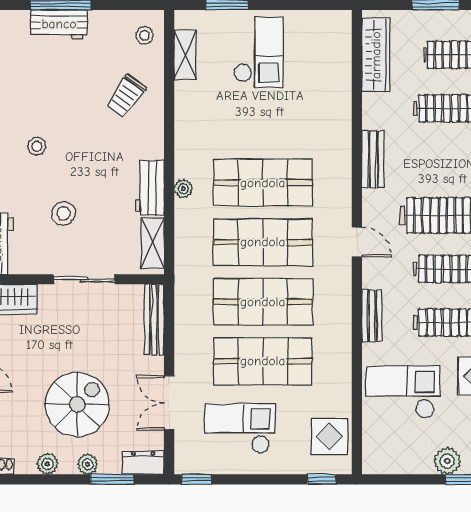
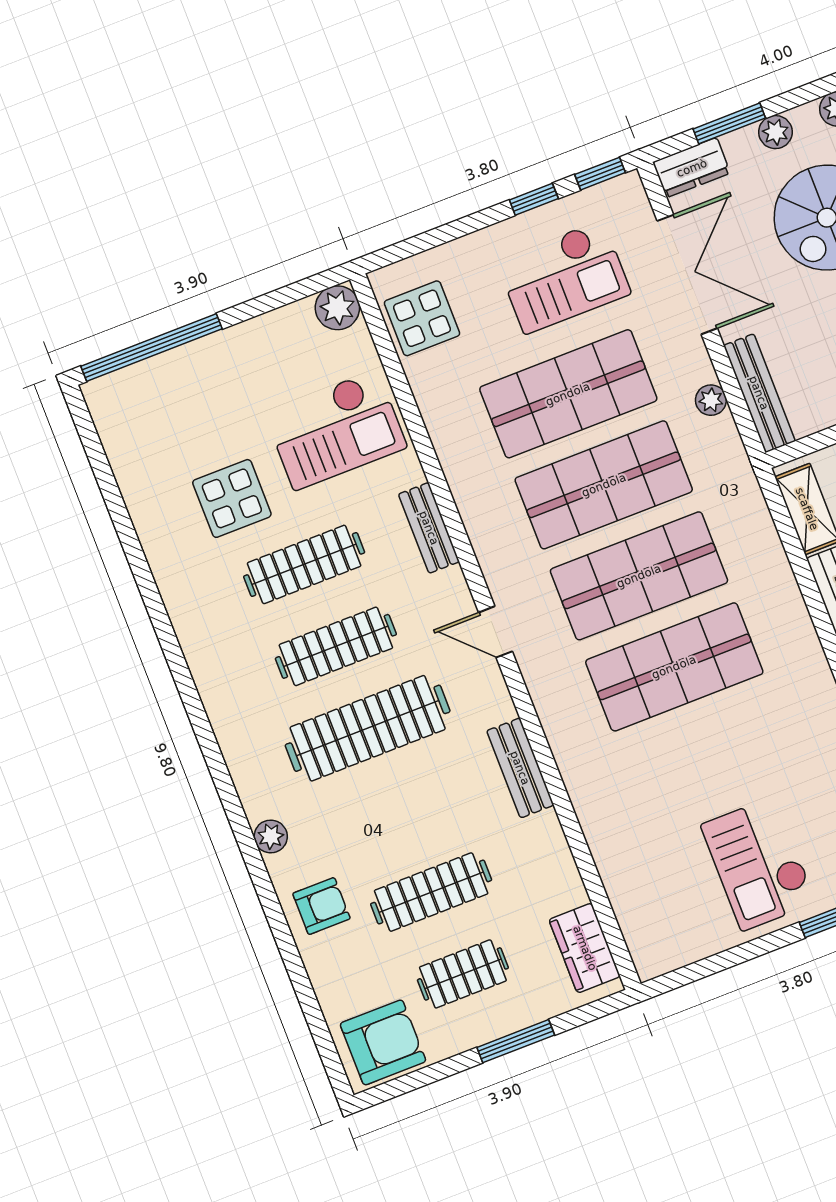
wardrobe: (376, 55) -> (585, 948), width x0.67
plant: (183, 189) -> (711, 400), moved
double door: (169, 403) -> (687, 274), width x1.37
plant: (447, 461) -> (337, 308), moved
window: (322, 479) -> (534, 199), moved

